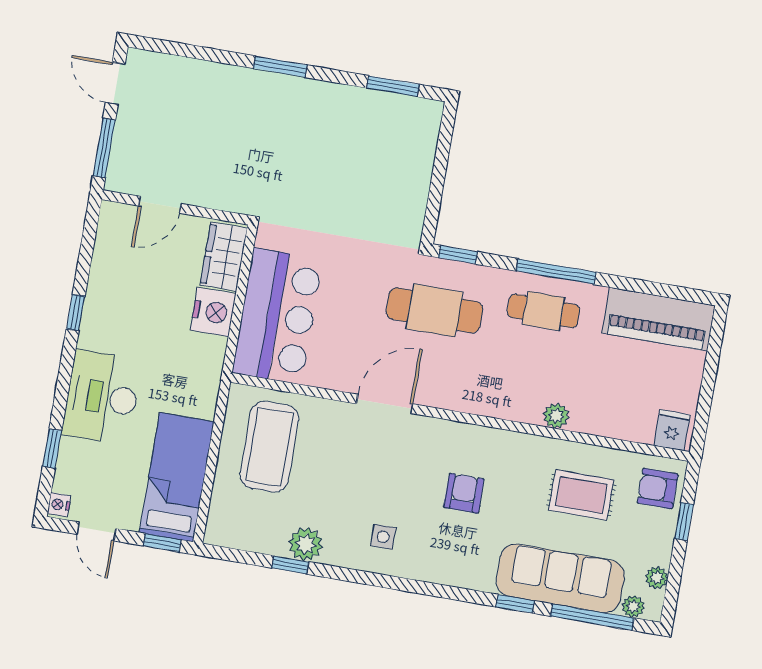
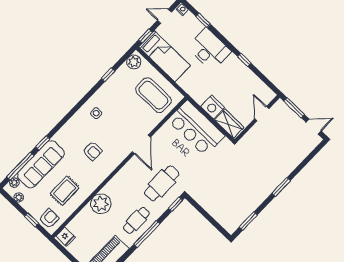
plant: (556, 416) -> (101, 204), width x1.87, depth x1.87
plant: (306, 544) -> (134, 62), moved

